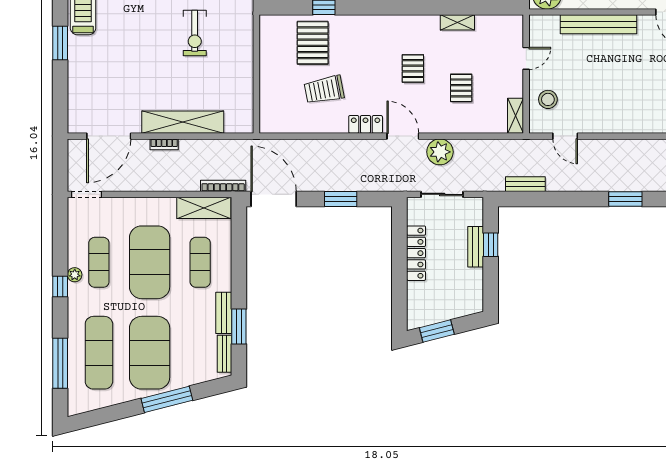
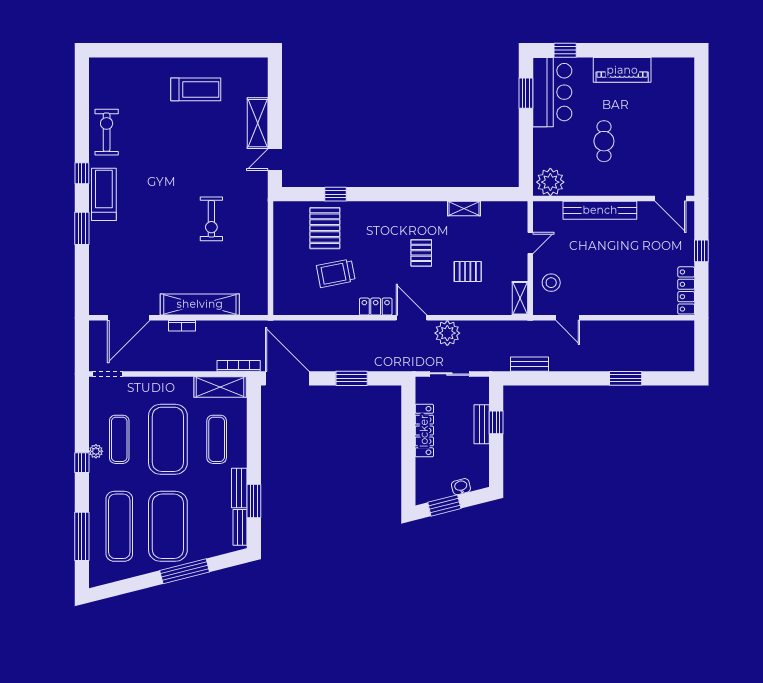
pallet: (461, 88) -> (468, 272), turned 90
washbasin: (454, 311) -> (461, 487), added

